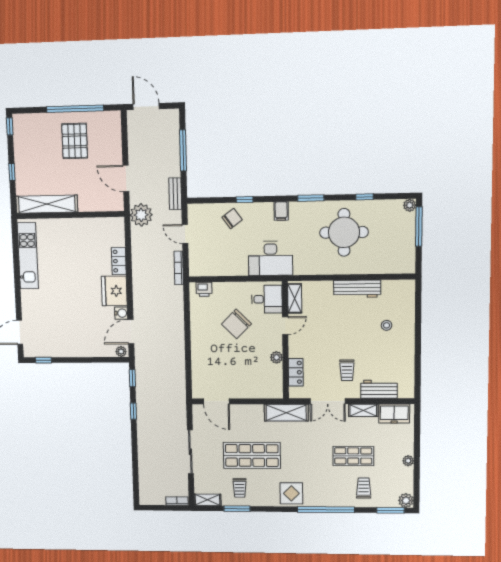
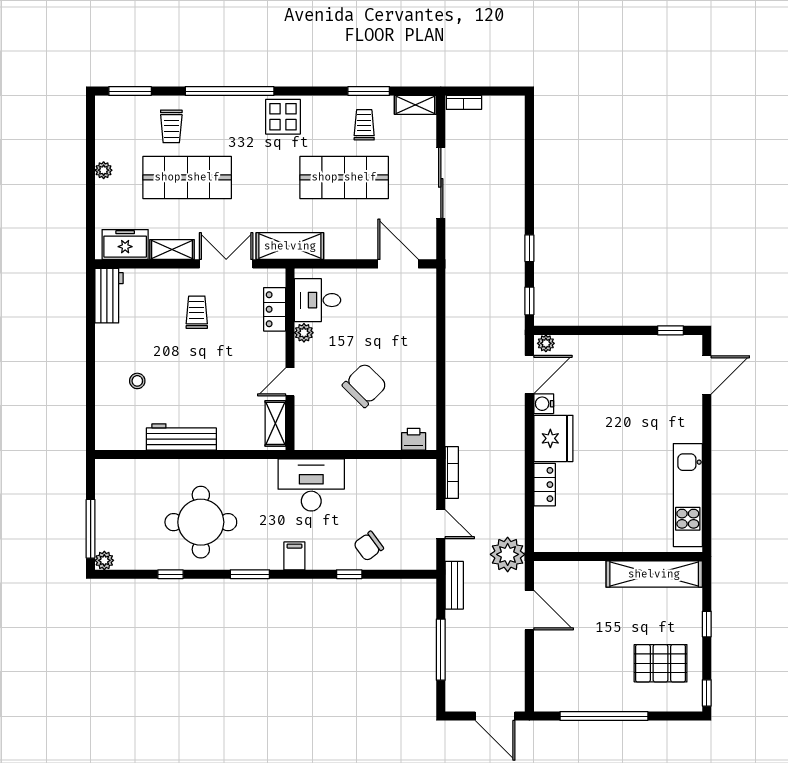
pallet: (75, 141) -> (661, 663), moved, turned 90
desk: (267, 299) -> (318, 300), moved
workbench: (379, 389) -> (109, 296), moved, turned -90
shop shelf: (353, 456) -> (187, 177), width x1.43, depth x1.36
plant: (406, 500) -> (107, 107), removed

